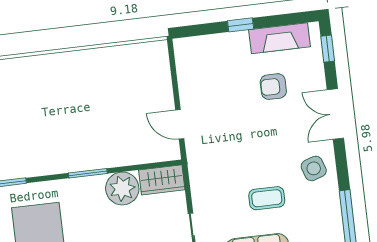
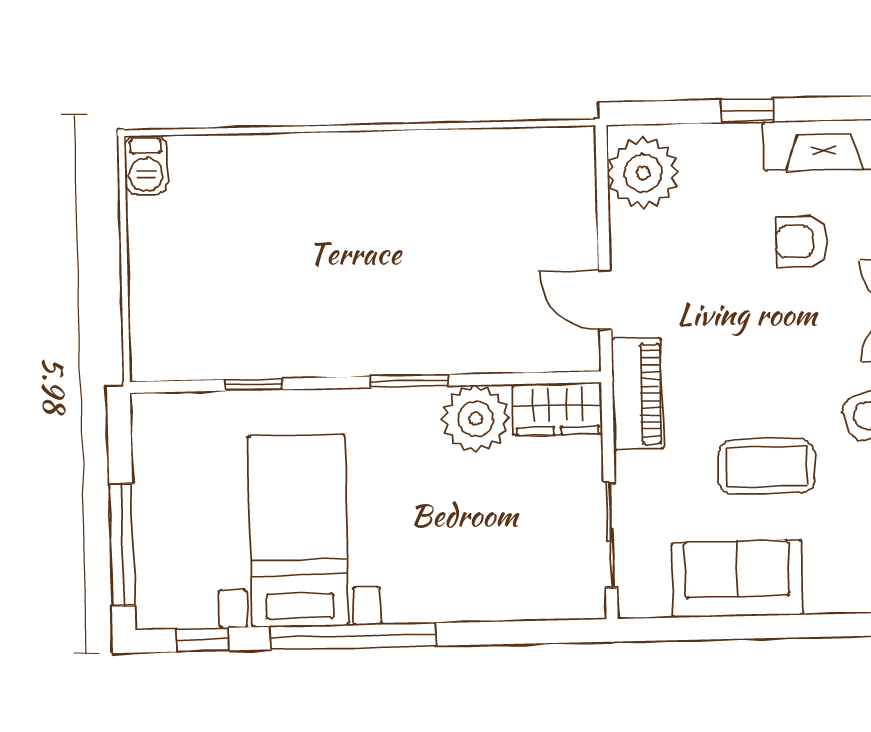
plant: (193, 60) -> (643, 173), added
piano: (200, 169) -> (637, 394), added
coffee table: (267, 198) -> (767, 467), width x1.36, depth x1.30

